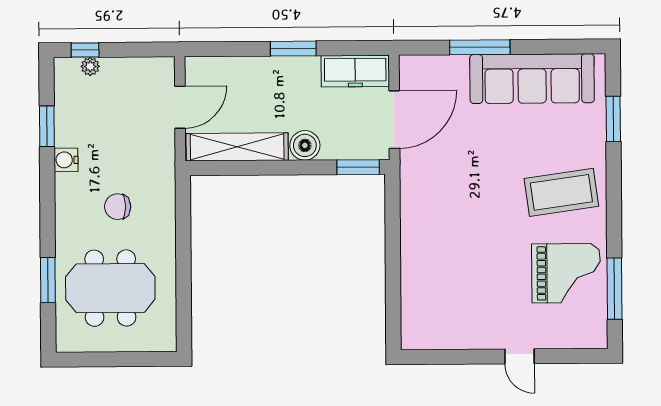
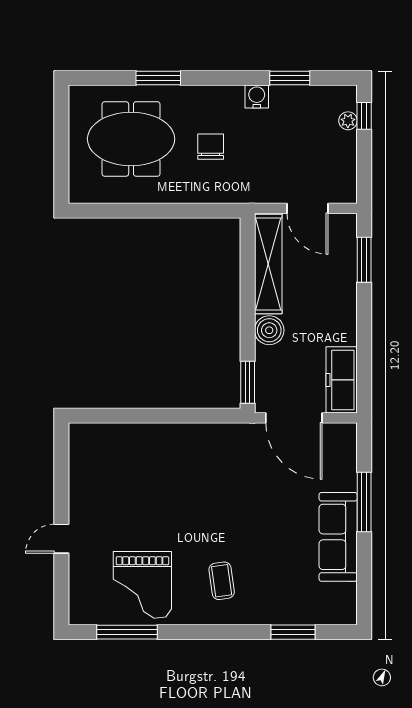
window: (293, 49) -> (364, 260), moved
sofa: (532, 79) -> (338, 537), width x0.74, depth x0.79
coffee table: (561, 192) -> (222, 581), width x0.54, depth x0.58
window: (48, 280) -> (158, 78), moved
meeting table: (110, 288) -> (131, 139), turned 90

